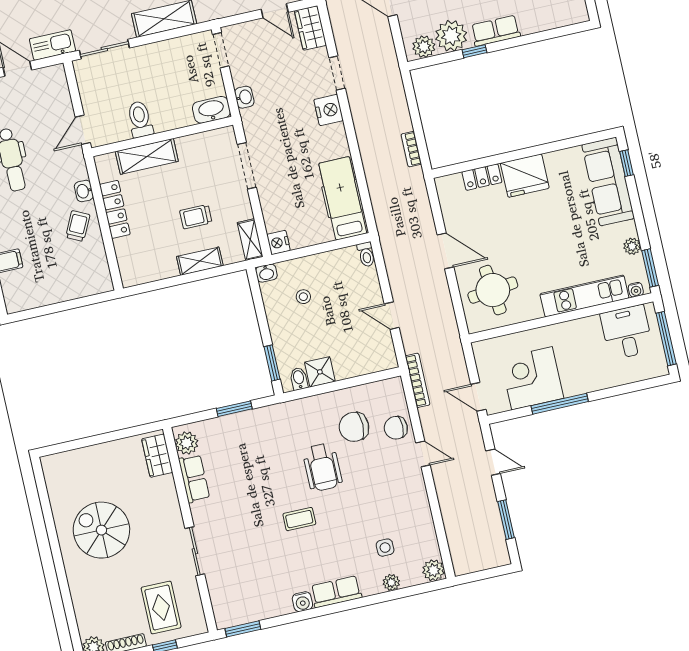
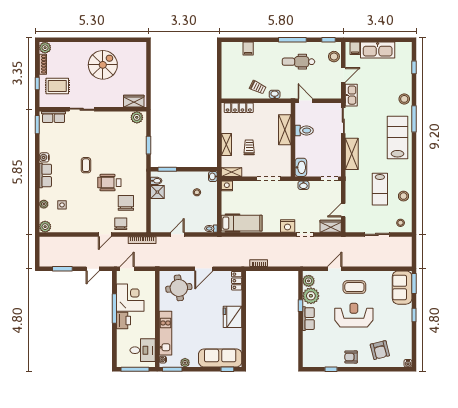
locker: (482, 177) -> (237, 281), moved
locker: (115, 209) -> (239, 108), moved
printer: (578, 381) -> (123, 321), added
row of seats: (194, 479) -> (54, 117), moved

